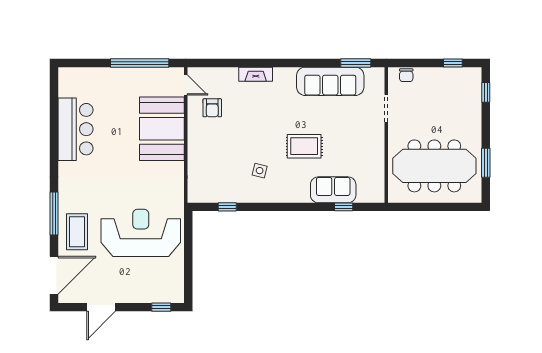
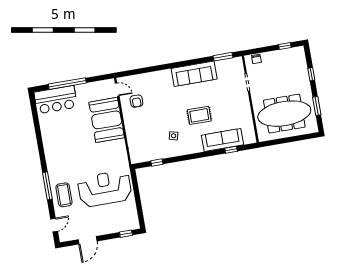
window: (140, 63) -> (67, 84), moved
fireplace: (256, 74) -> (160, 75), removed
sofa: (330, 81) -> (194, 74), moved
window: (486, 92) -> (311, 74), moved
bar counter: (75, 129) -> (56, 100), moved, turned 90
sofa: (333, 190) -> (223, 140), width x1.36
door: (54, 275) -> (54, 225), width x0.53

